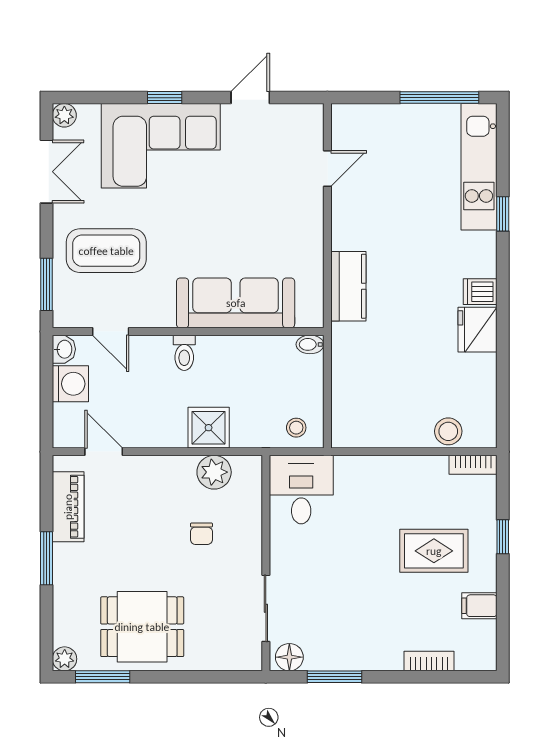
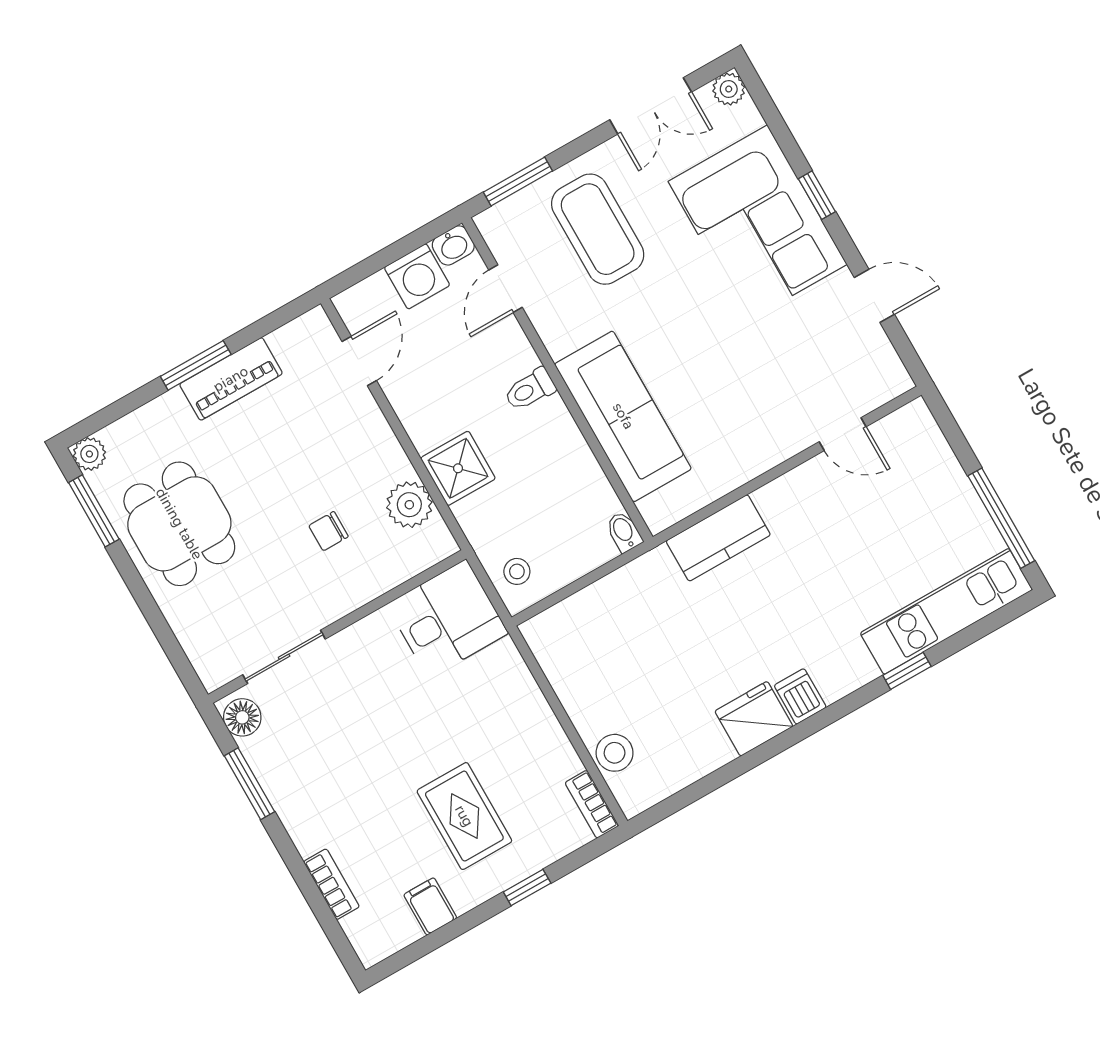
piano: (68, 507) -> (231, 379), moved

